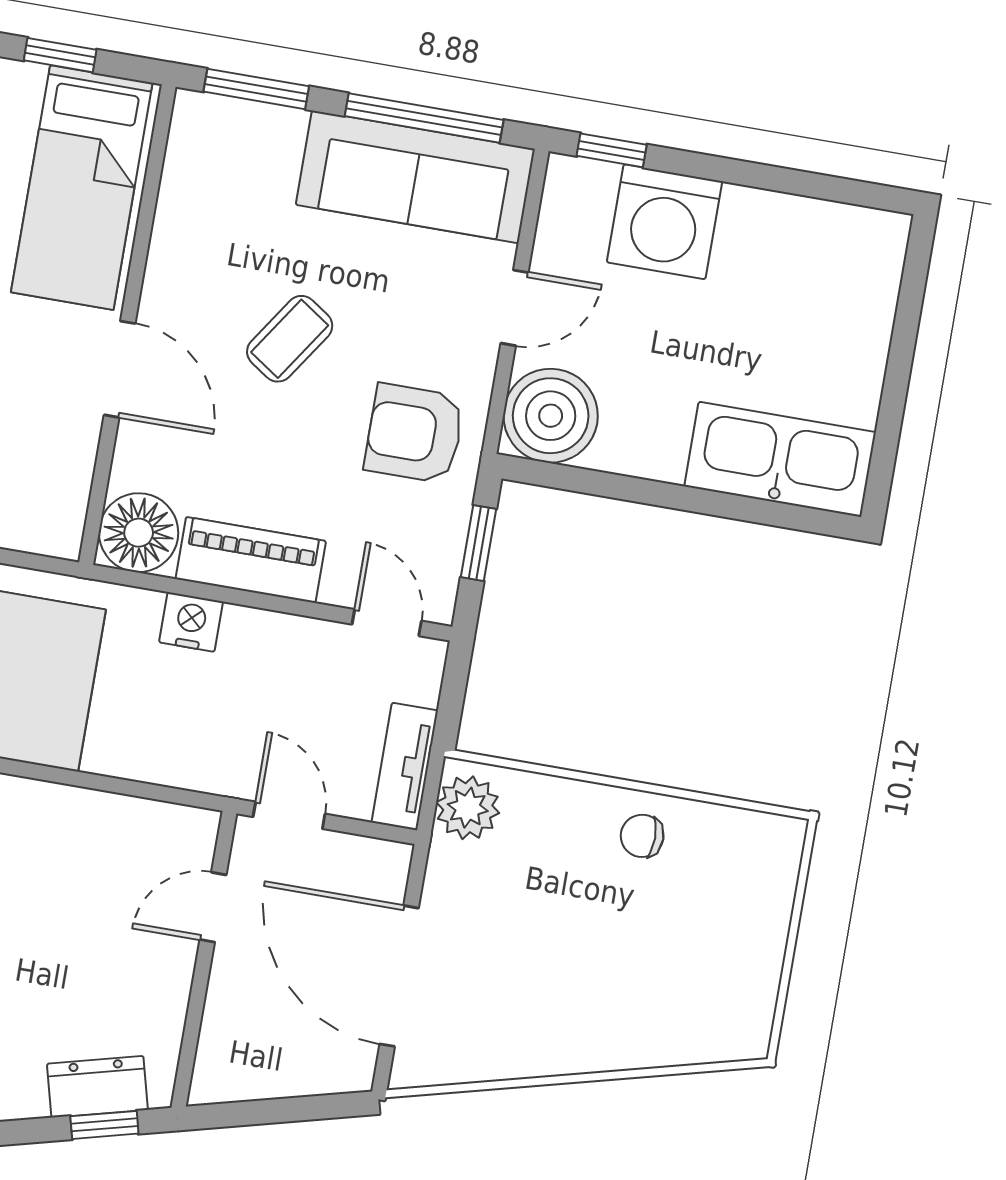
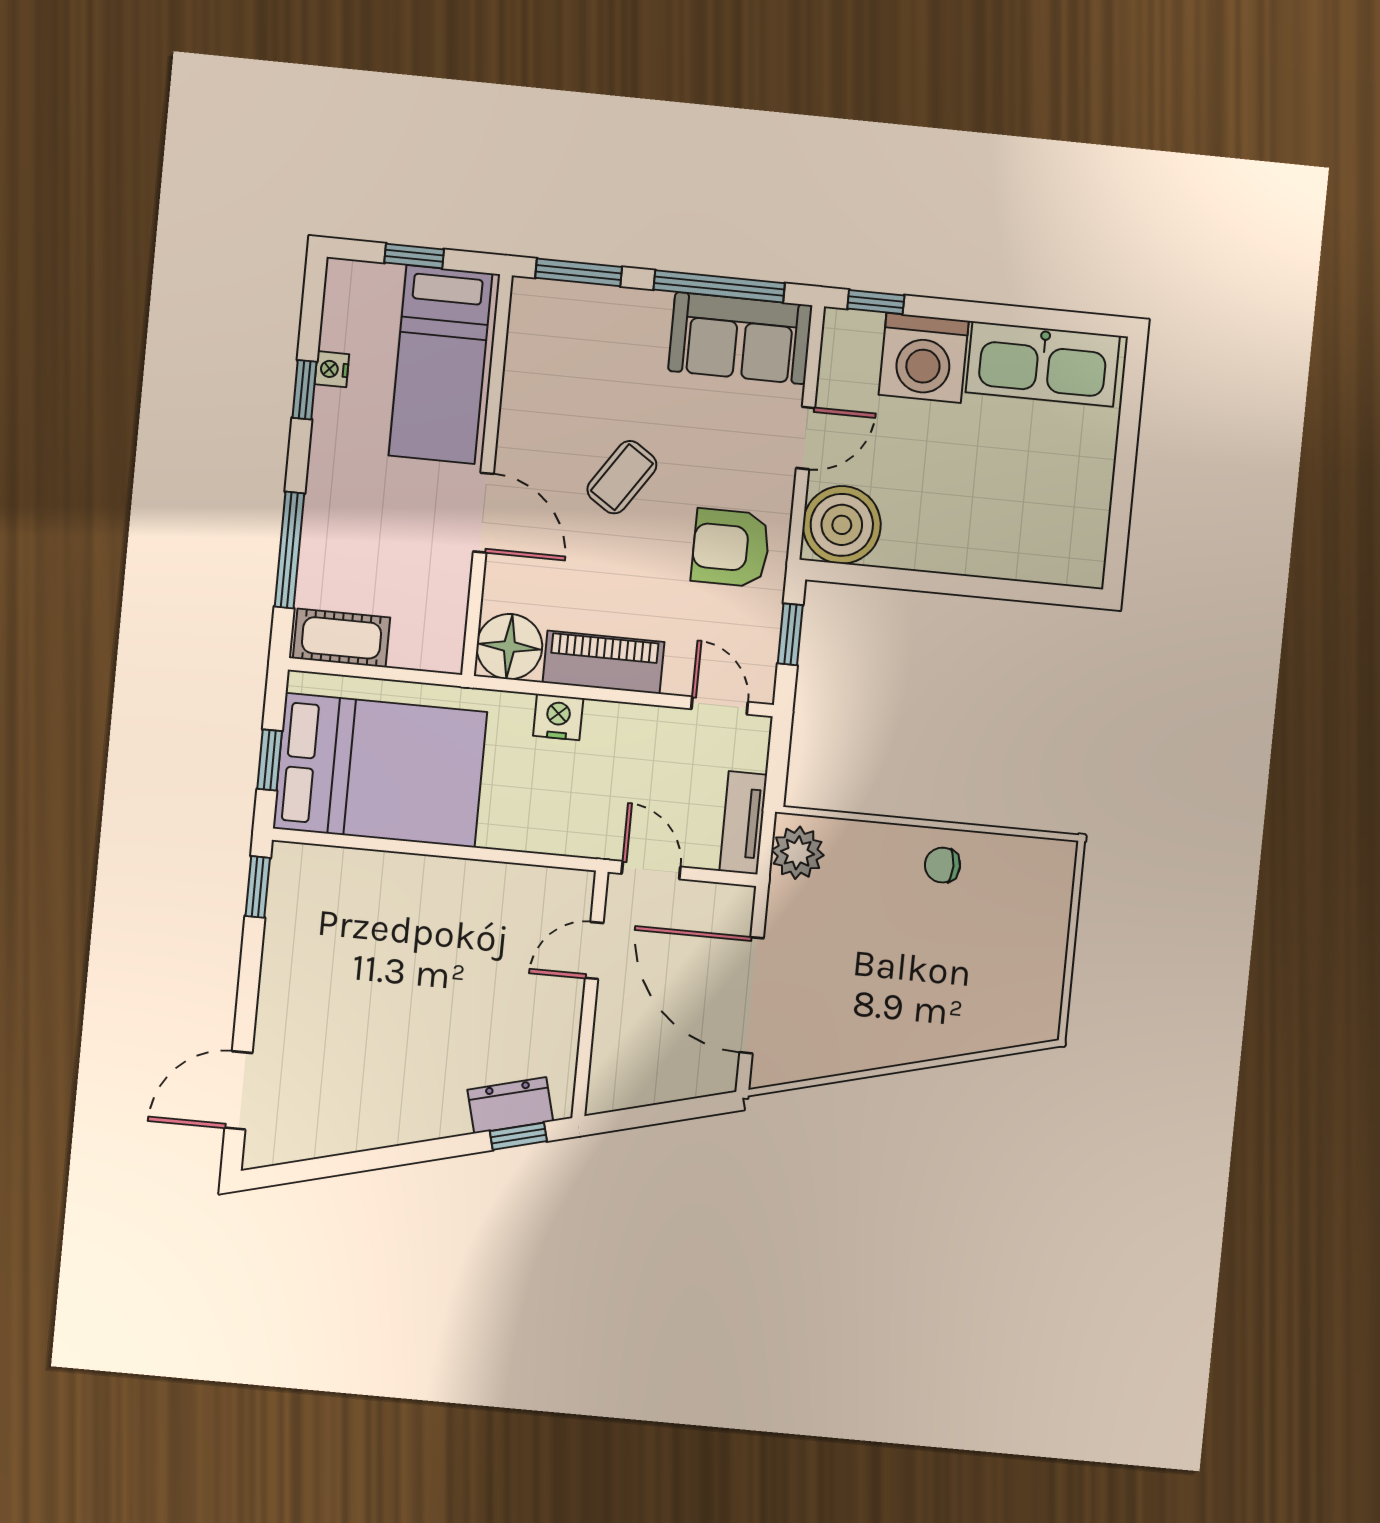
sofa: (415, 177) -> (740, 338), width x0.73
kitchen sink: (780, 459) -> (1043, 364), moved, turned 180

